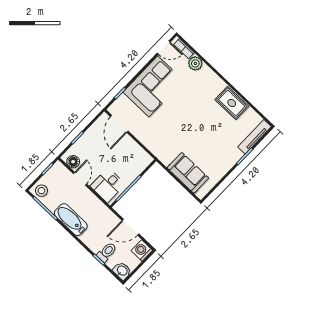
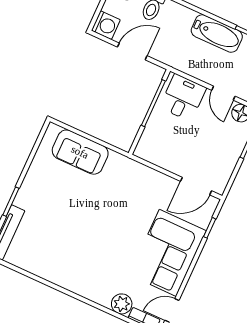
rug: (232, 103) -> (54, 267), removed
door: (119, 124) -> (196, 186), swing flipped

